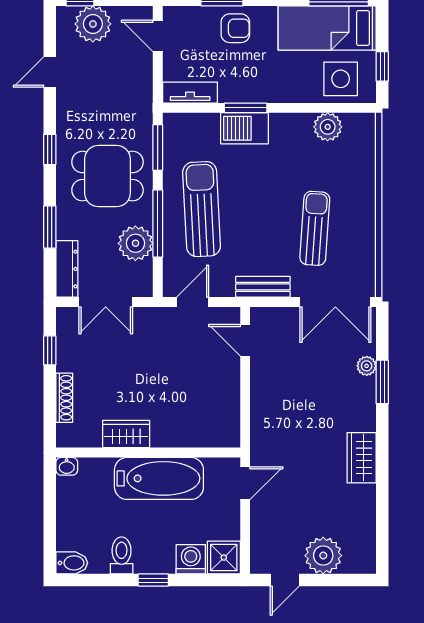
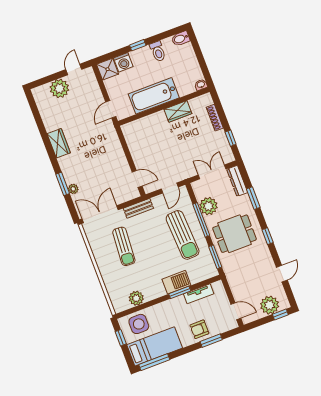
tv unit: (190, 93) -> (199, 294), moved

